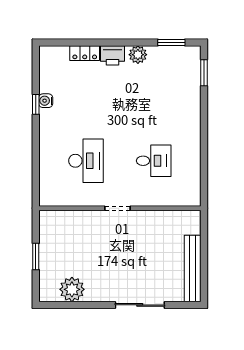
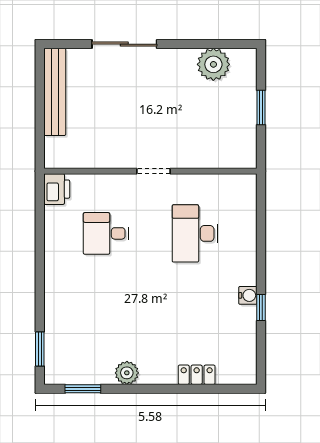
printer: (112, 55) -> (57, 189), moved, turned 90
water cooler: (46, 101) -> (248, 295), moved

